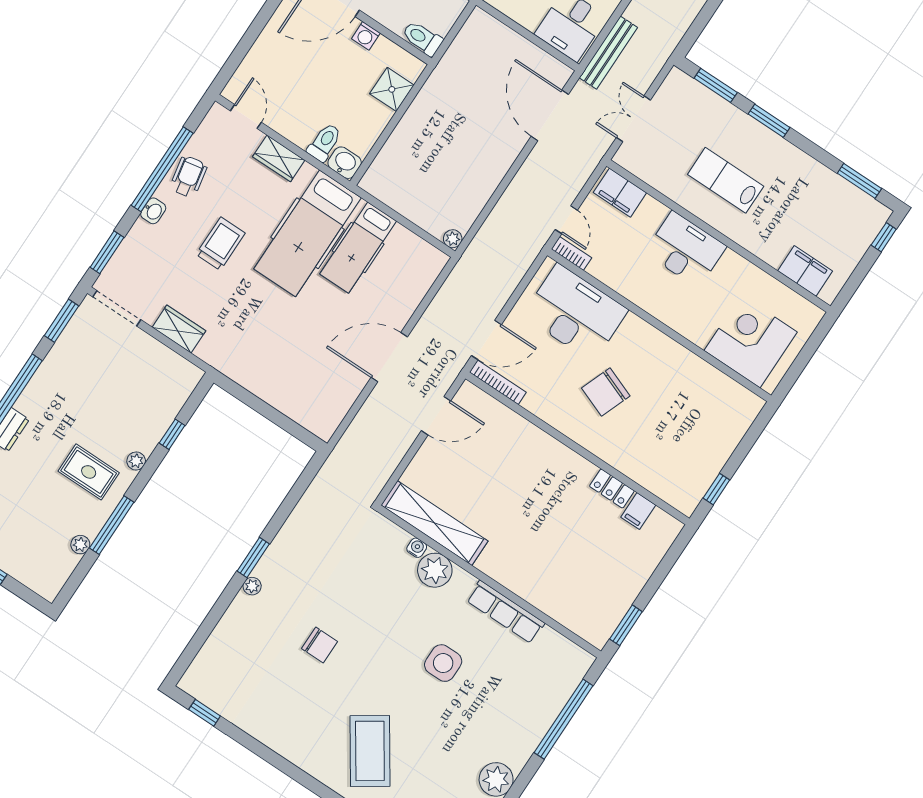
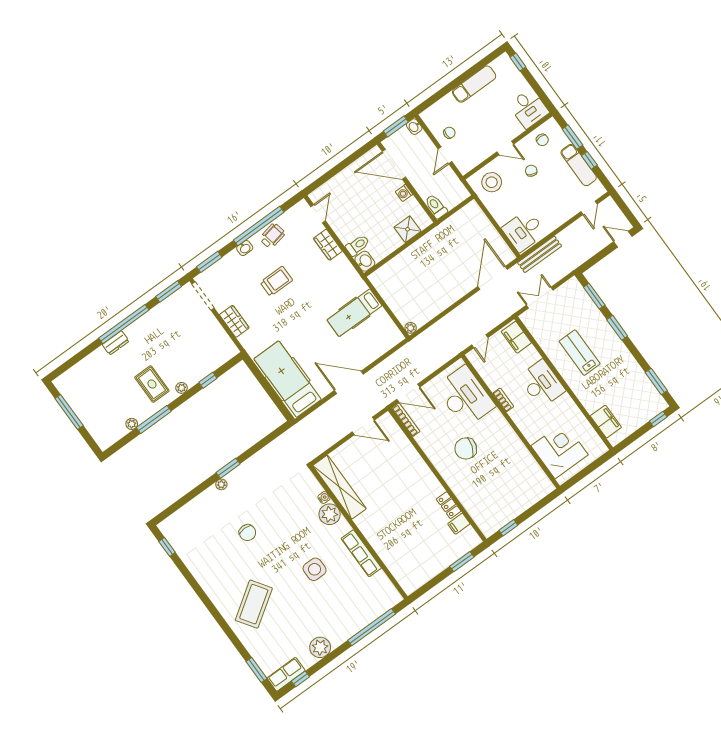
hospital bed: (308, 233) -> (288, 379), moved, turned 90
bookcase: (571, 253) -> (503, 400), moved
window: (626, 625) -> (462, 562), moved

